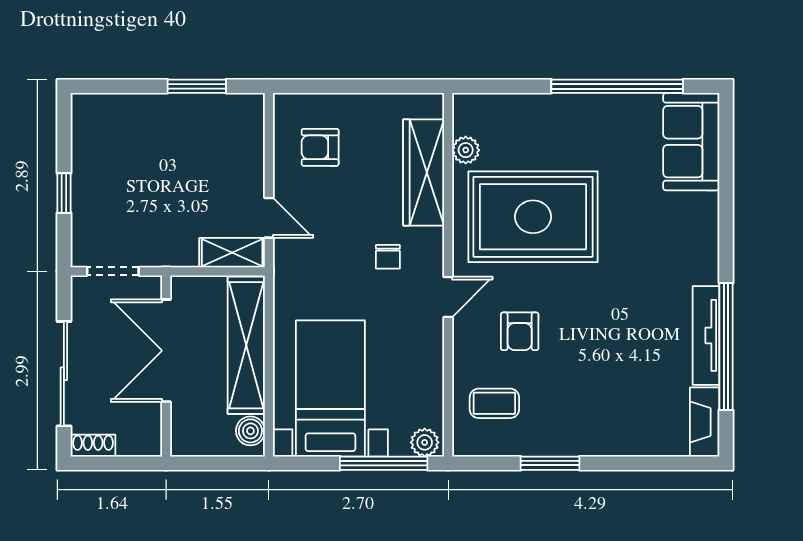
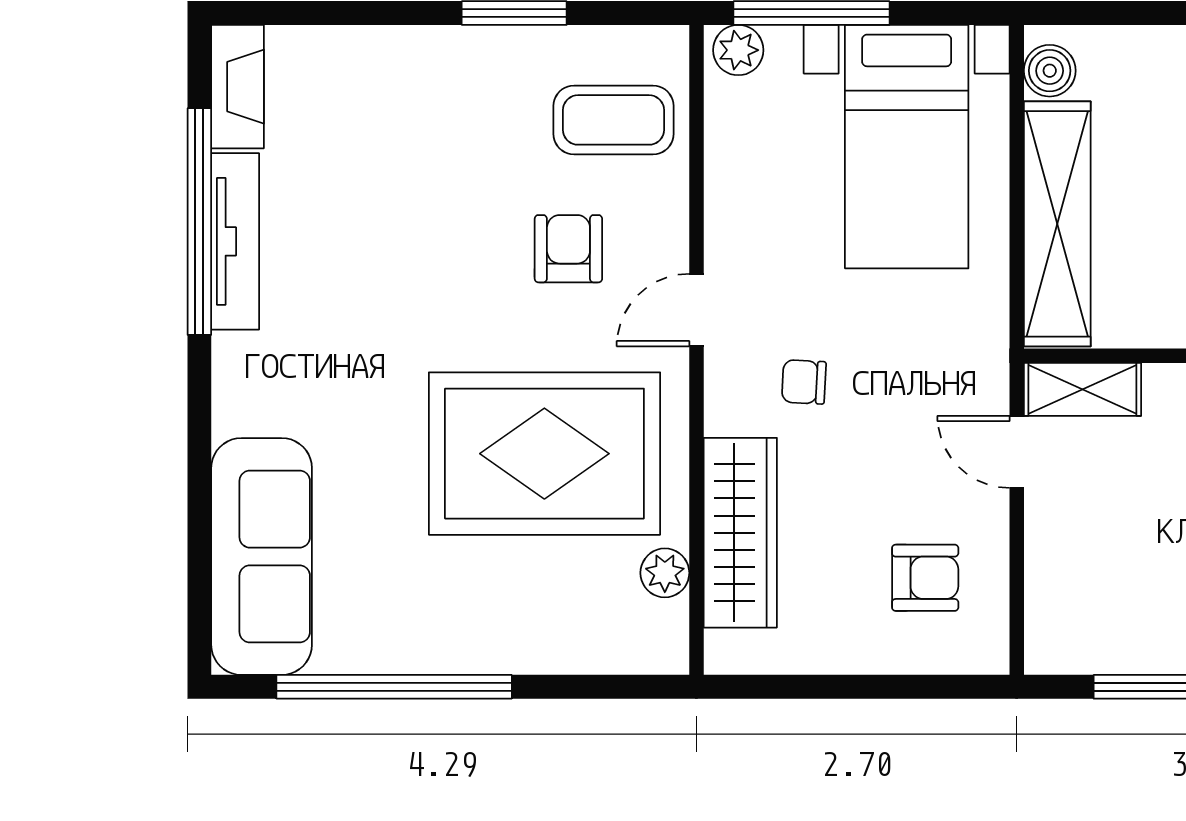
sofa: (691, 142) -> (262, 556), width x1.36
chair: (388, 257) -> (804, 382), turned -87
coffee table: (494, 403) -> (614, 120), width x1.36, depth x1.30

